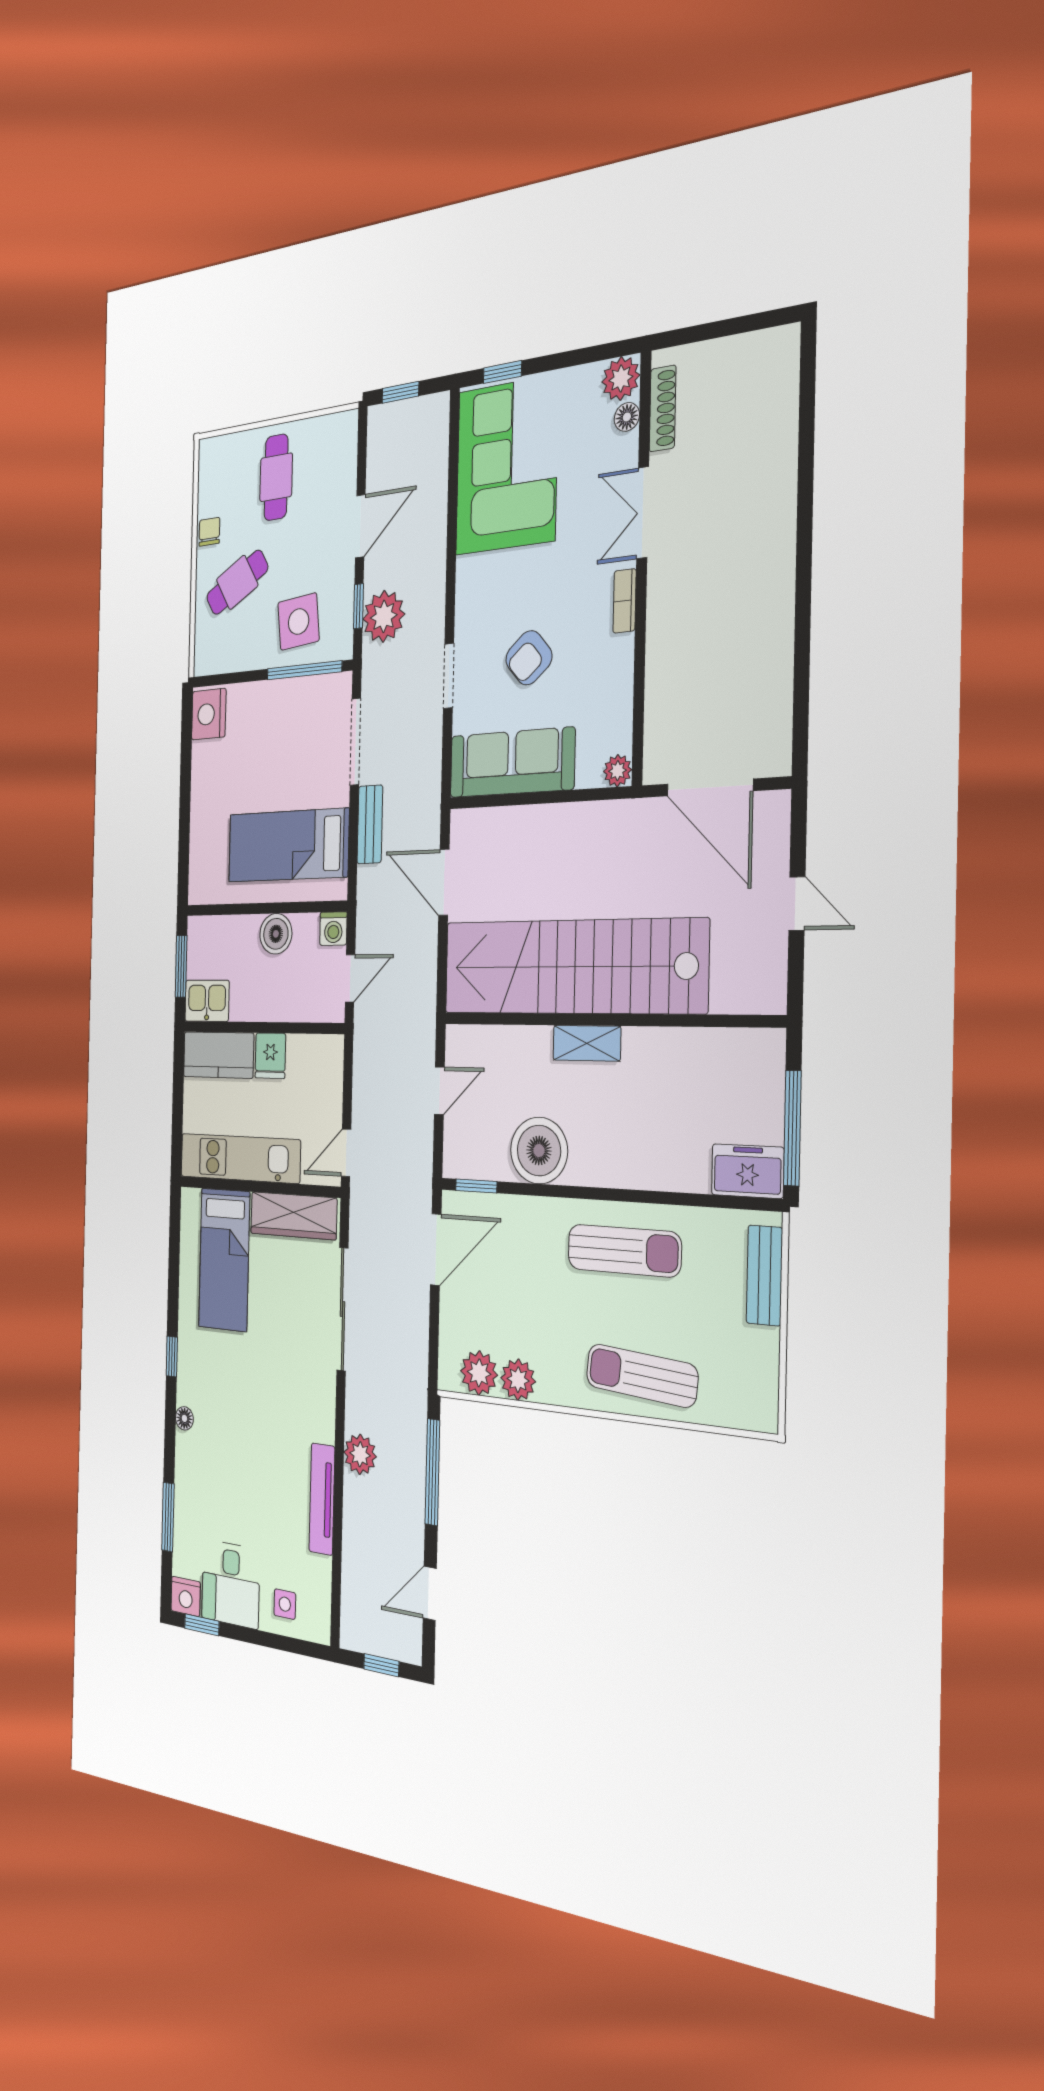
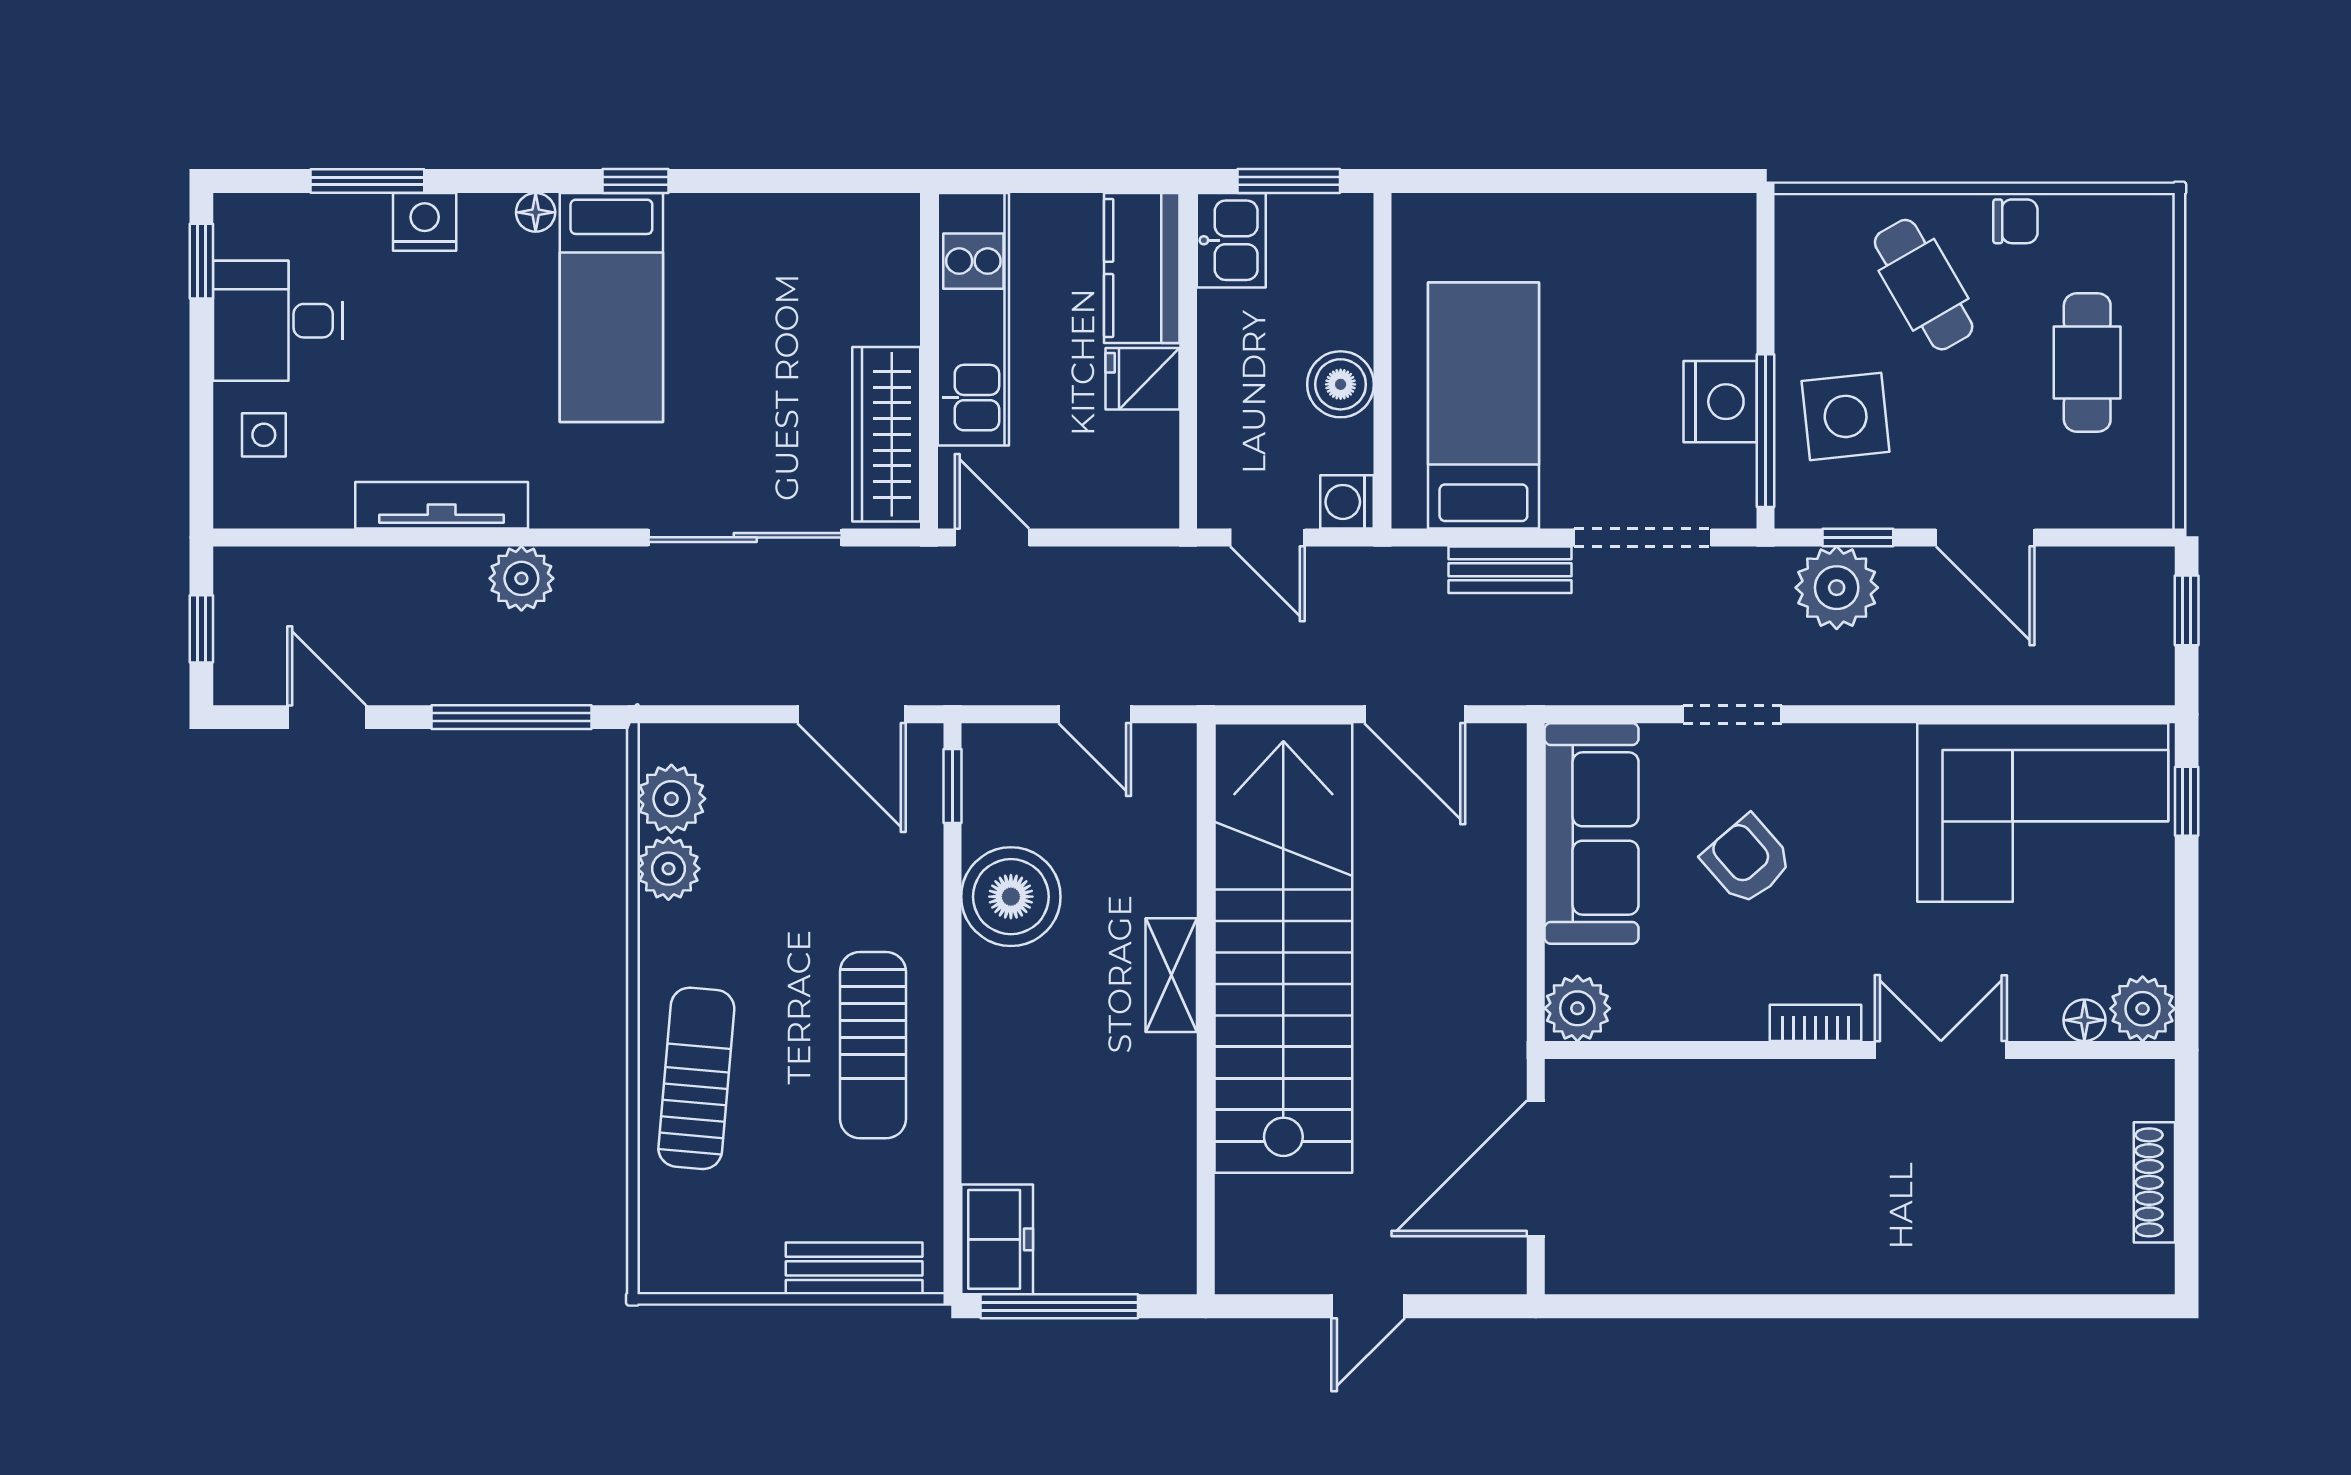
shoe rack: (663, 409) -> (2154, 1182), moved, turned 90
cafe table: (276, 477) -> (2087, 363), turned 90
nightstand: (209, 714) -> (1720, 402), moved, turned 90
plant: (618, 771) -> (1577, 1008), width x1.38, depth x1.38
door: (444, 882) -> (1415, 714), swing flipped
bed: (224, 1260) -> (611, 307), moved, turned -90
nightstand: (186, 1596) -> (425, 222), moved, turned 90

